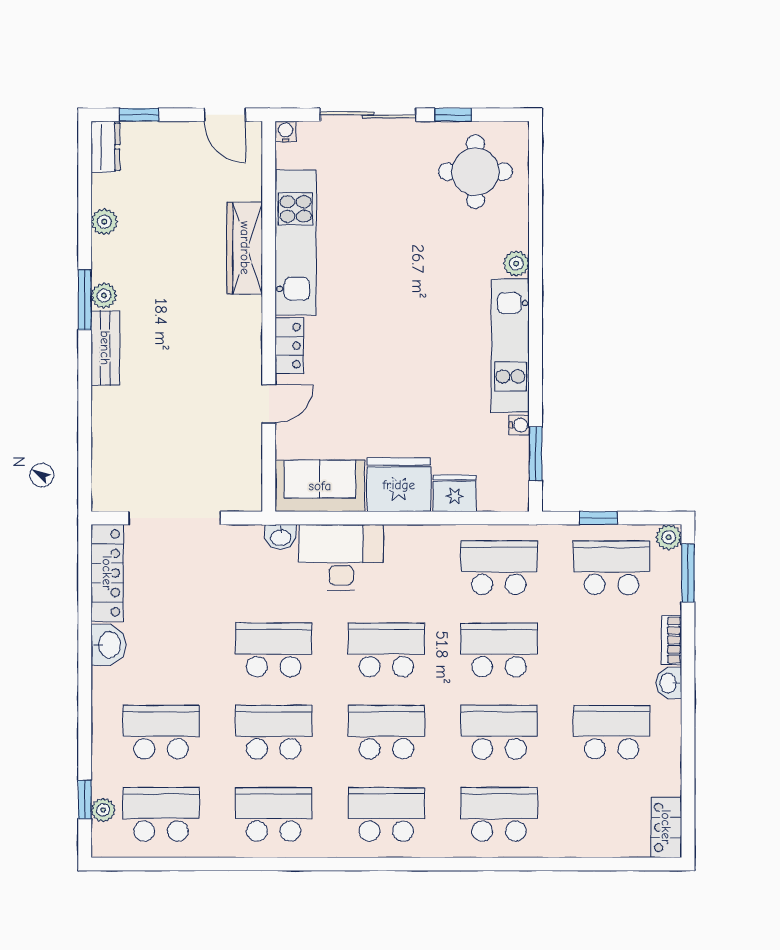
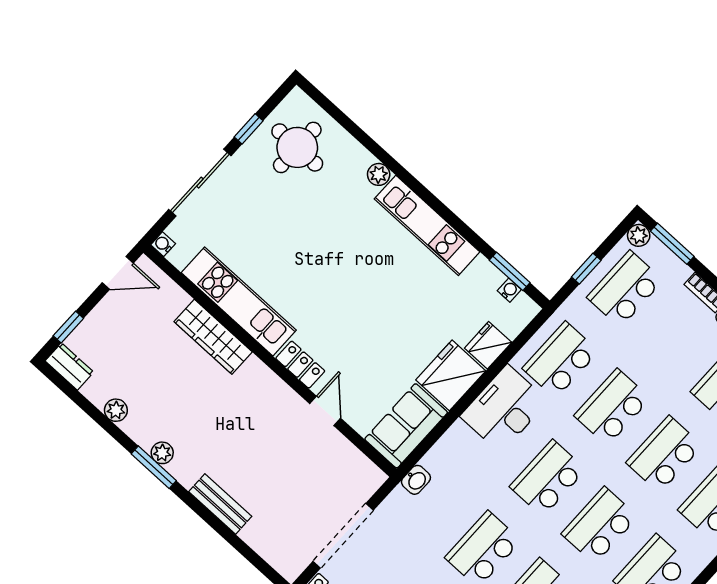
bench: (105, 348) -> (220, 504), moved
water cooler: (519, 425) -> (509, 290), moved
desk: (341, 557) -> (504, 409), moved

